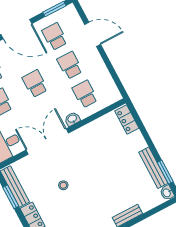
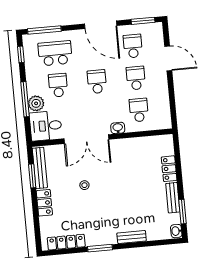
locker: (127, 120) -> (169, 169), moved
double door: (47, 142) -> (86, 139), swing flipped
bench: (153, 168) -> (173, 198), width x0.73

